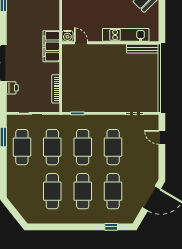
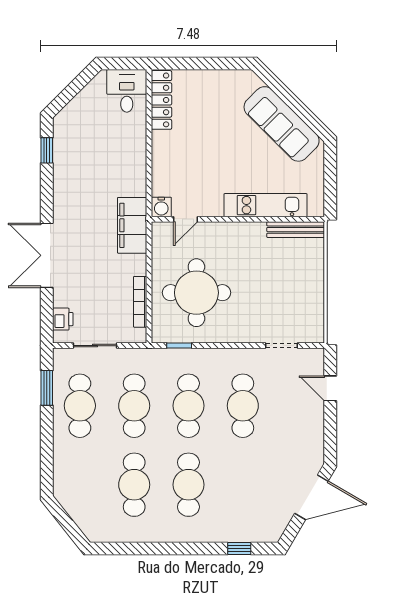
door: (81, 43) -> (185, 219), swing flipped
round table: (87, 84) -> (196, 293), added
printer: (12, 88) -> (63, 319), moved
cafe table: (113, 191) -> (243, 485), removed

